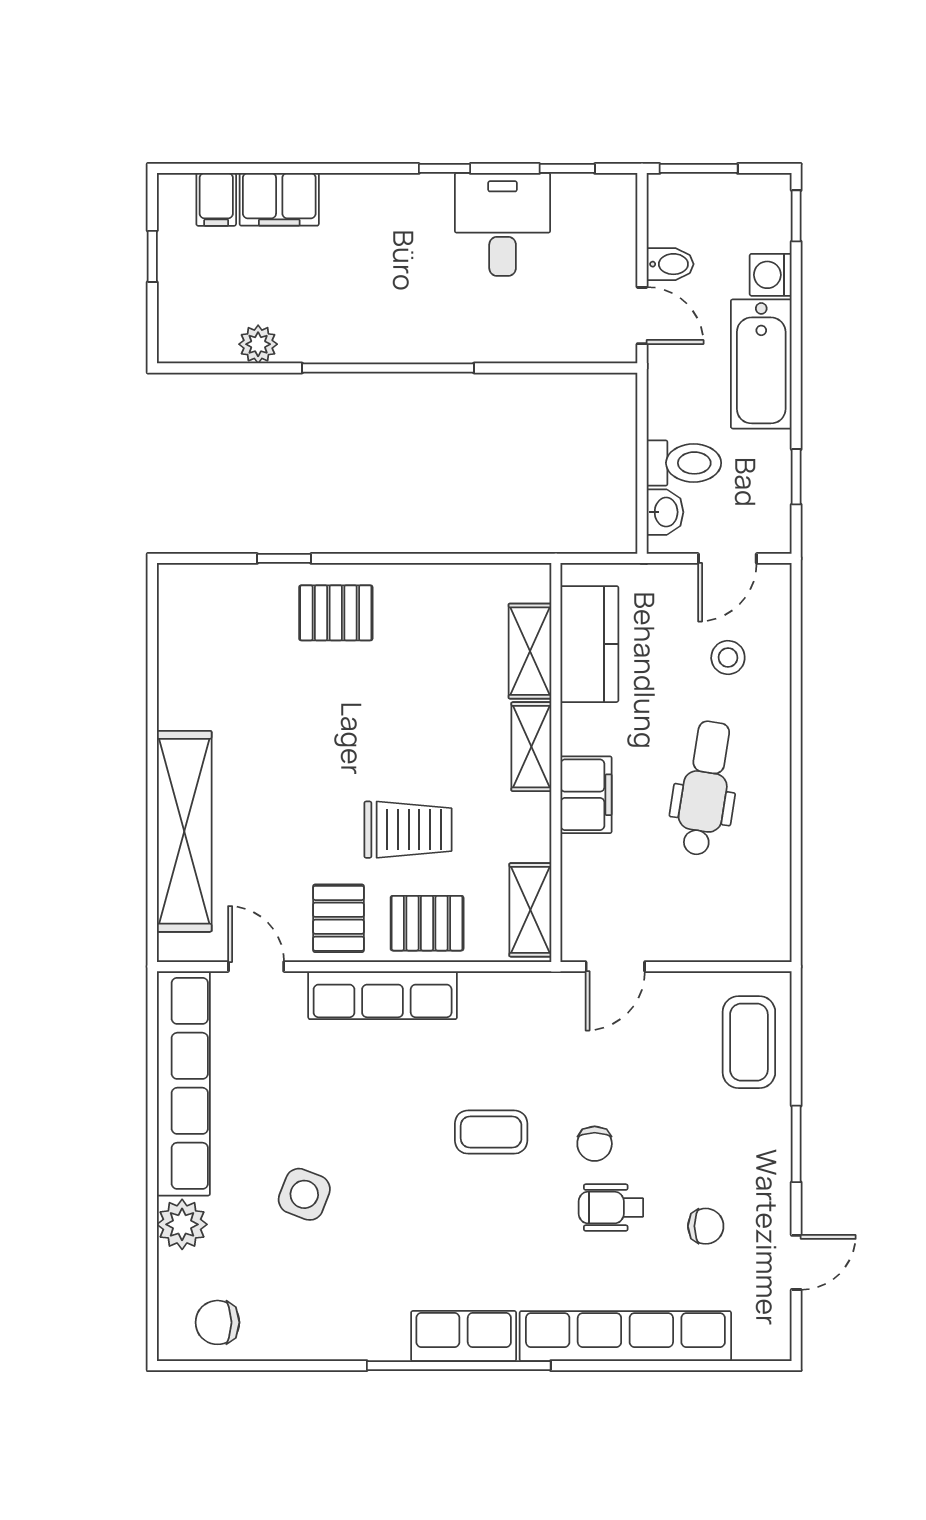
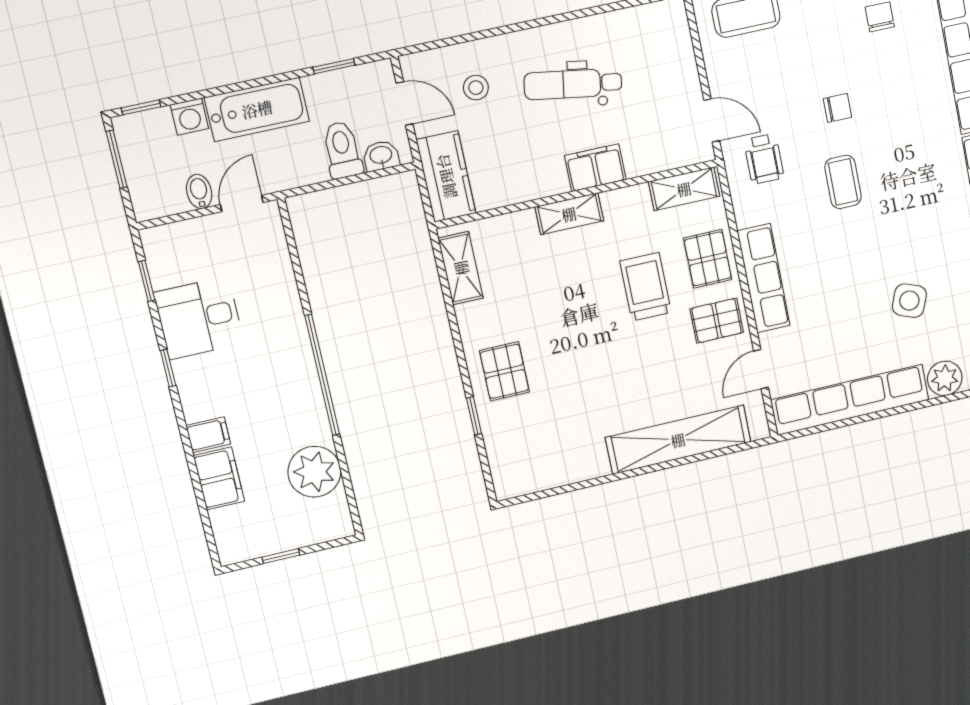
window: (699, 168) -> (117, 159), moved
filing cabinet: (216, 199) -> (208, 435), moved
plant: (258, 344) -> (314, 472), width x1.87, depth x1.87
kitchen counter: (589, 644) -> (446, 176), moved, turned 90
shelving: (530, 651) -> (461, 268), moved, turned 90
wheelchair: (611, 1208) -> (764, 159), moved

